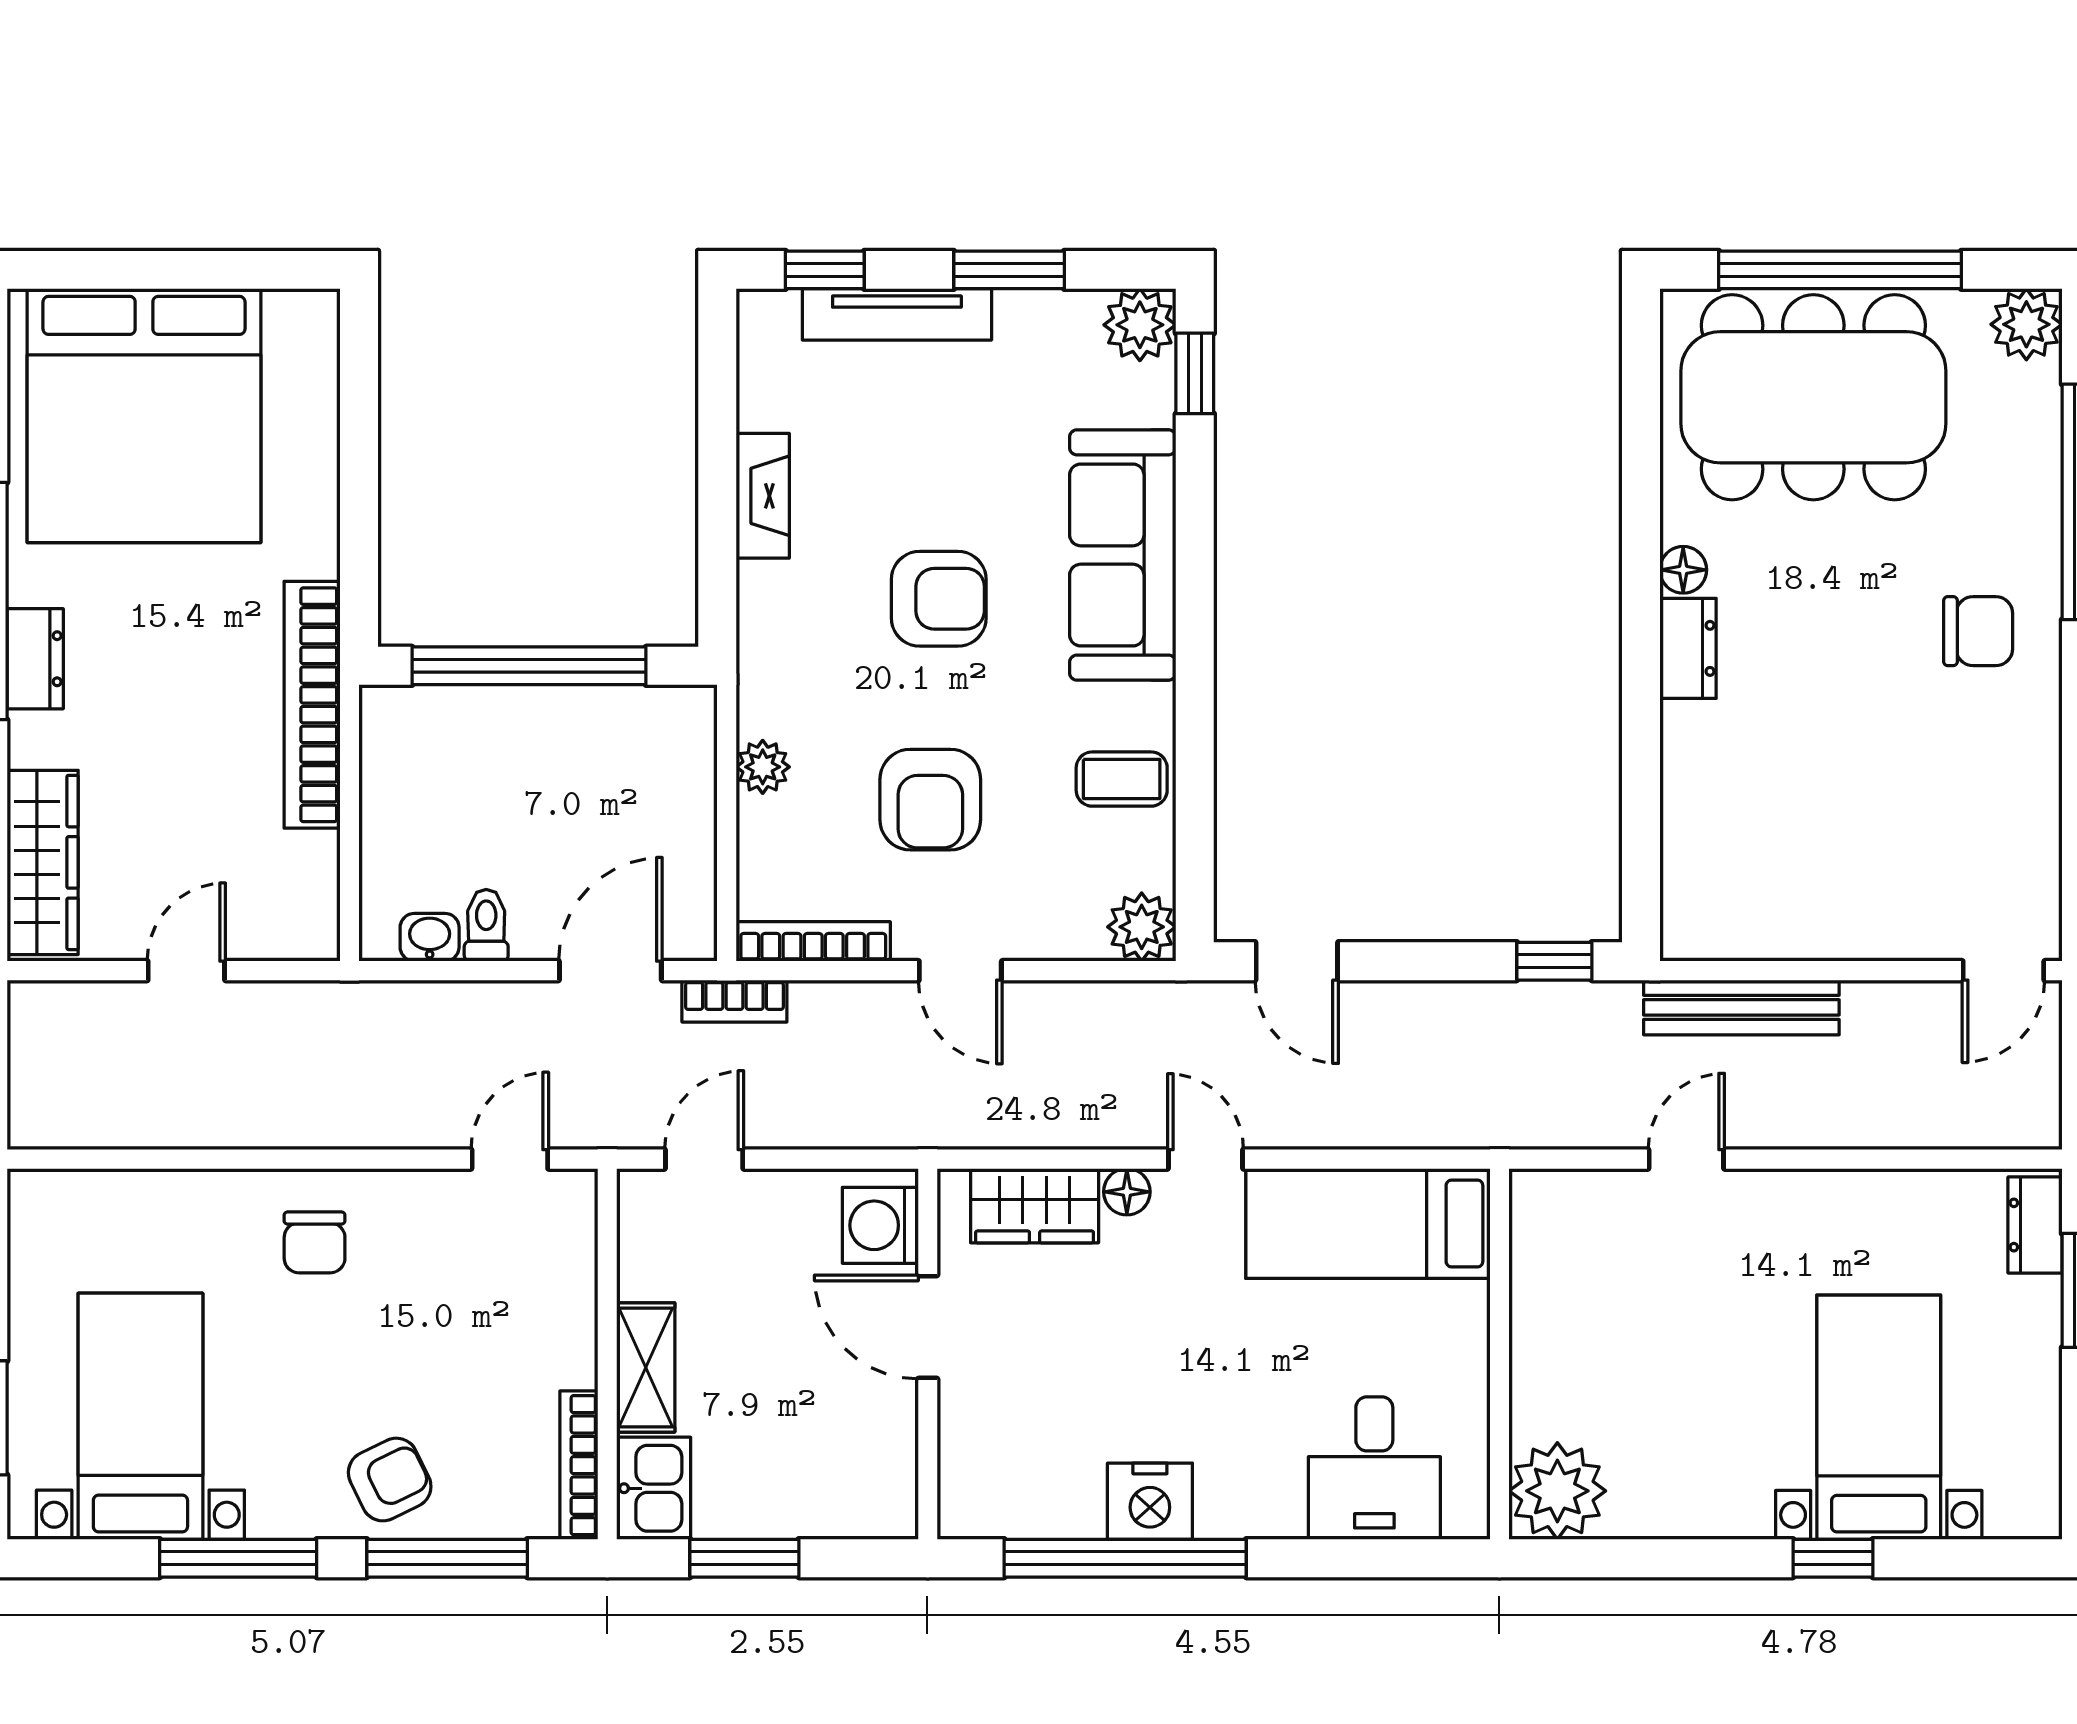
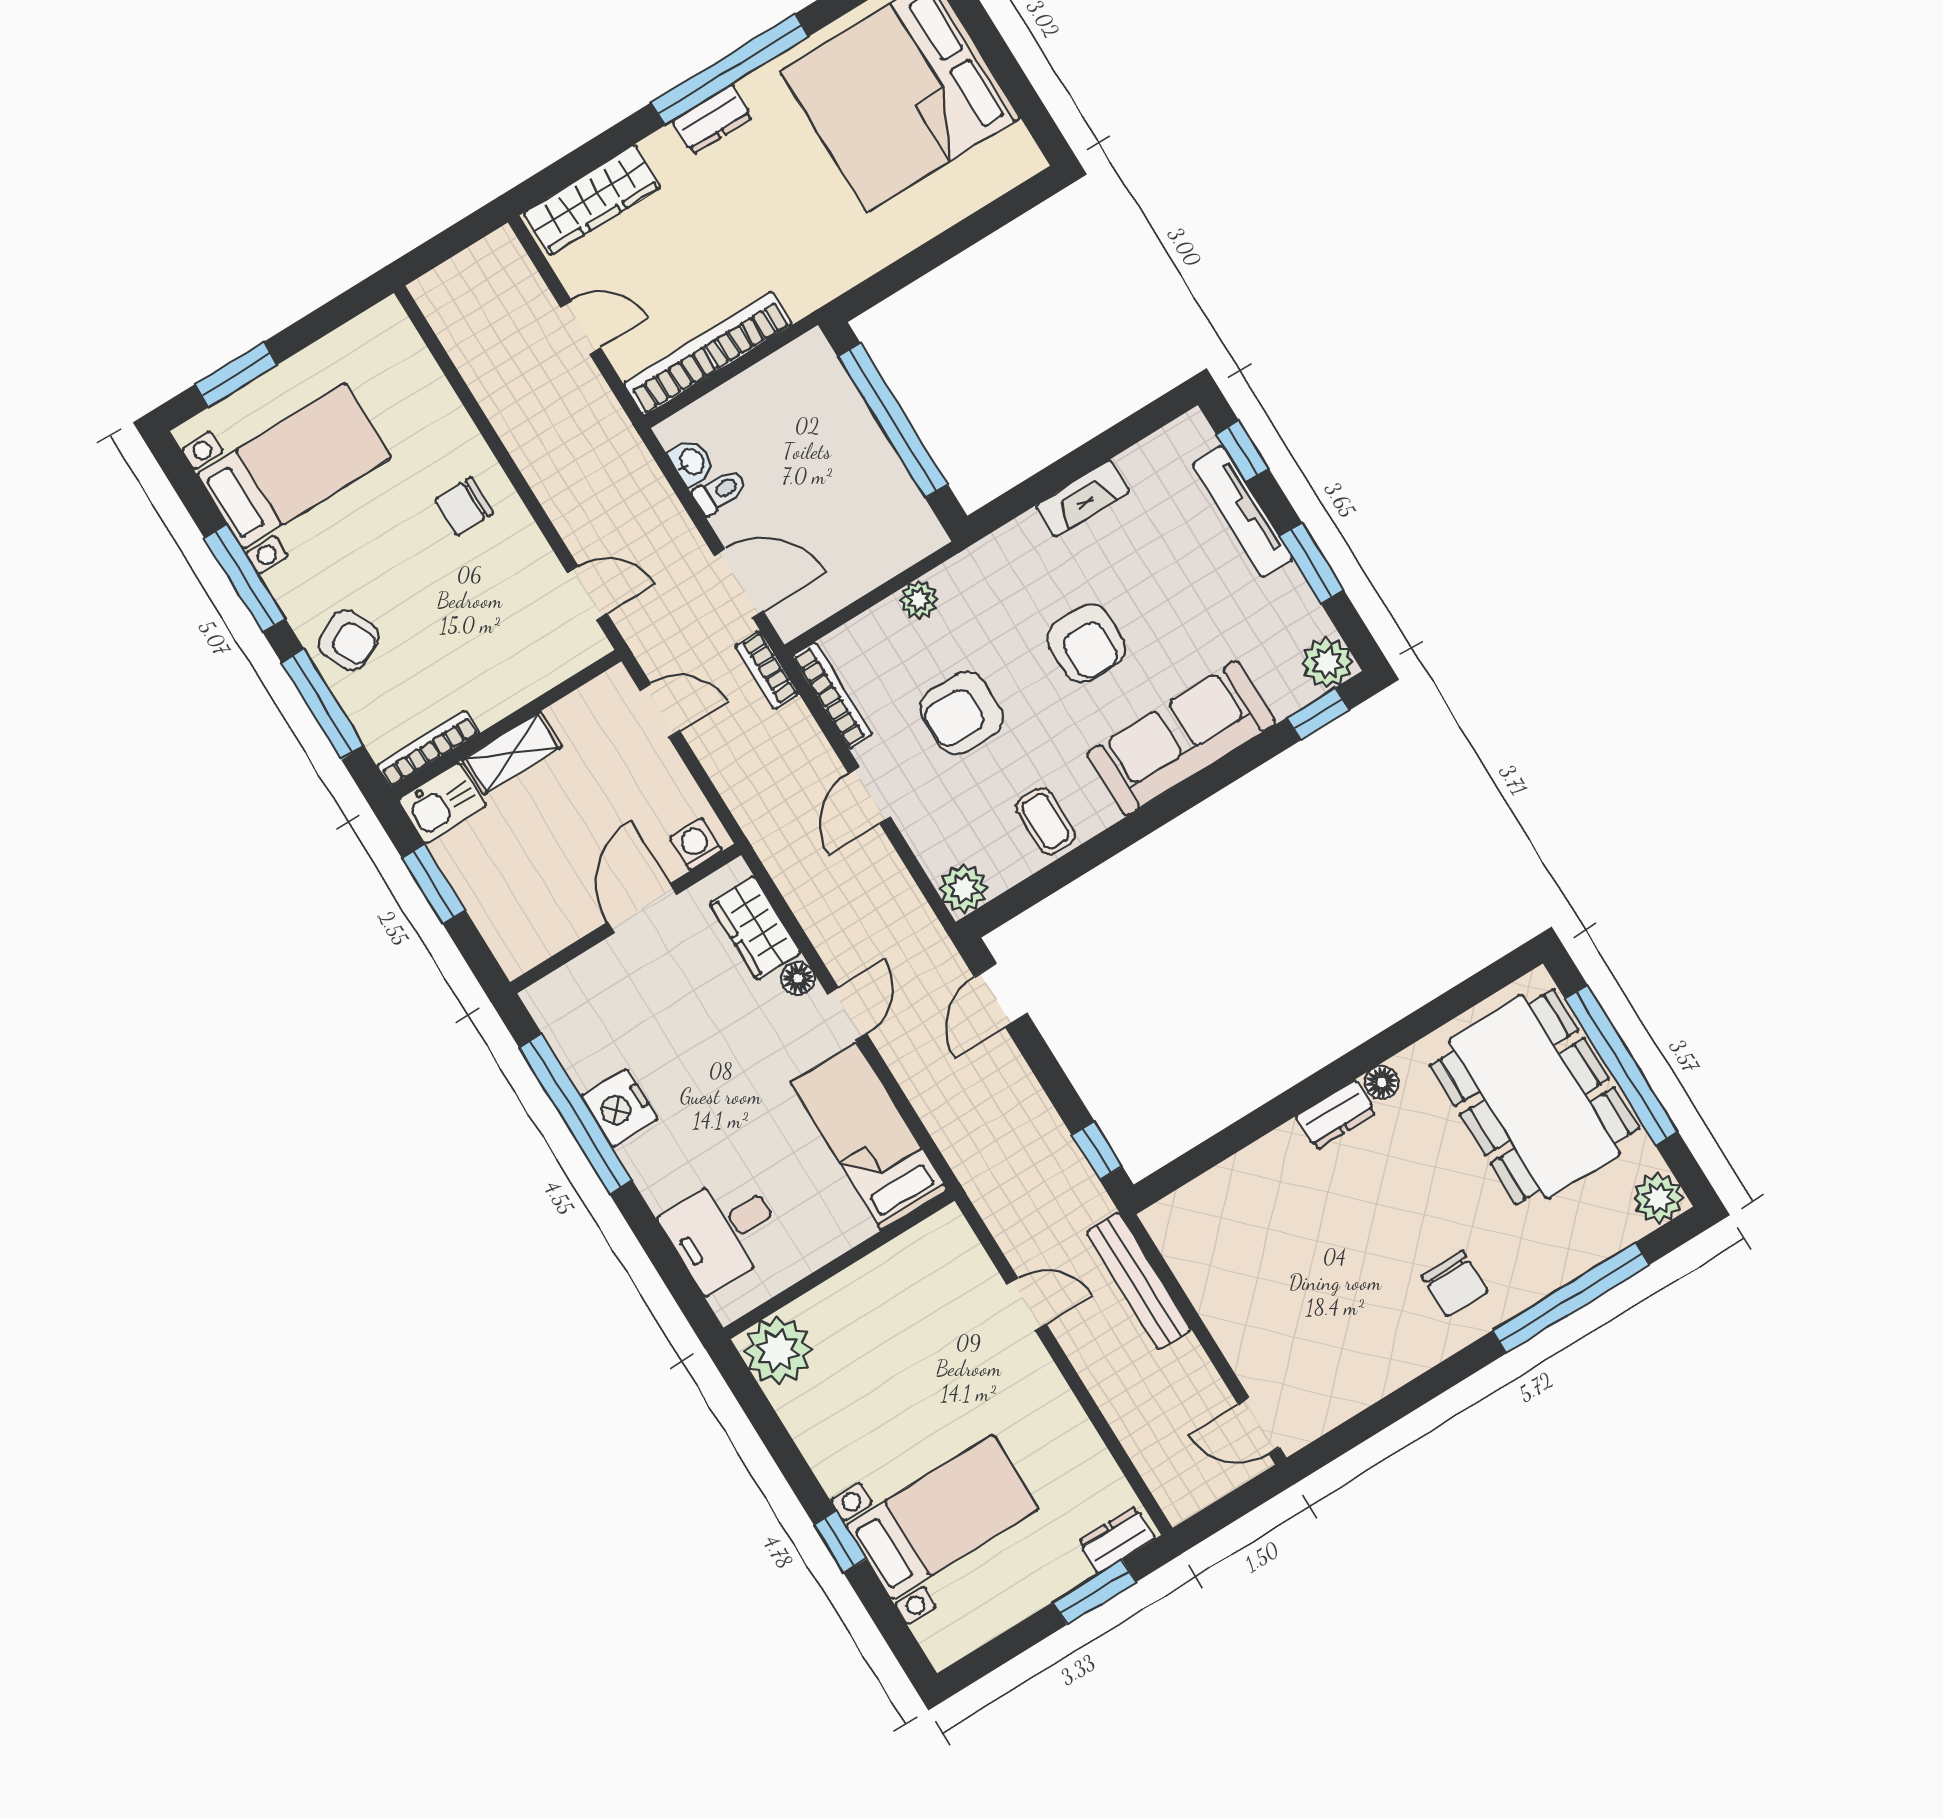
bookcase: (312, 705) -> (708, 354), moved
washing machine: (880, 1225) -> (696, 844), width x0.73, depth x0.73

